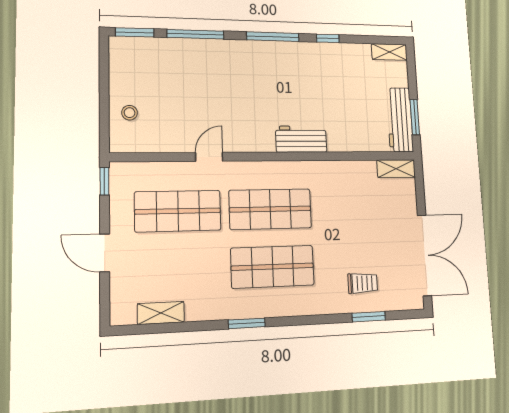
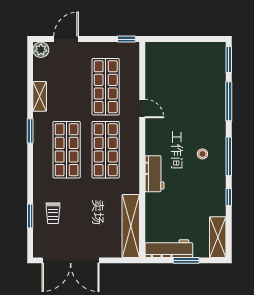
shelving: (389, 52) -> (218, 237), width x1.50, depth x1.33
stool: (130, 113) -> (202, 154), moved
window: (415, 117) -> (186, 260), moved
shelving: (396, 169) -> (131, 226), width x2.20, depth x1.33
door: (105, 253) -> (66, 39), moved
plant: (122, 313) -> (41, 50), added
shelving: (161, 313) -> (40, 96), moved

